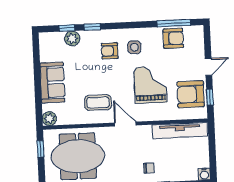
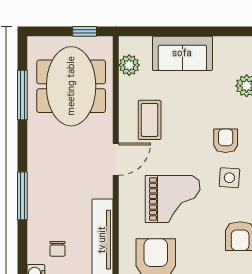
plant: (49, 119) -> (129, 65), moved
chair: (149, 168) -> (58, 249), moved

